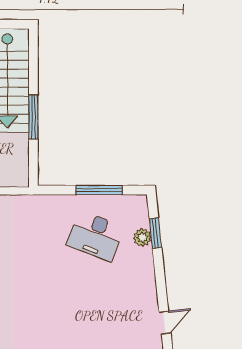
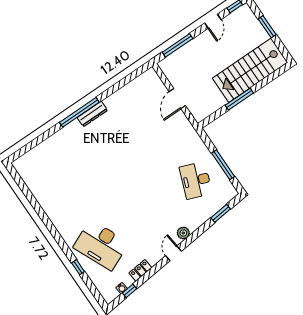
plant: (142, 238) -> (183, 233), moved
door: (165, 323) -> (174, 253), swing flipped

